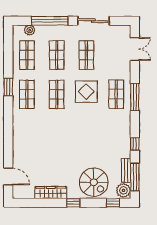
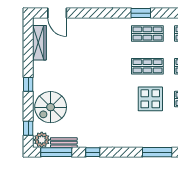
window: (8, 87) -> (141, 13), moved
shop shelf: (116, 94) -> (147, 132), removed
window: (135, 97) -> (157, 152), moved
door: (8, 176) -> (57, 13), hinge flipped
wardrobe: (51, 193) -> (39, 43), moved

